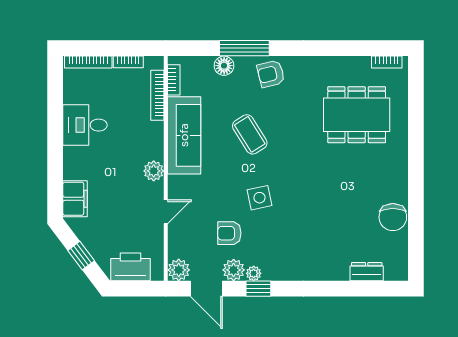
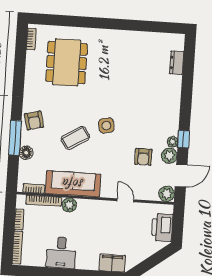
plant: (154, 171) -> (69, 205), moved
side table: (259, 198) -> (106, 126), moved
chair: (393, 217) -> (140, 42), removed
window: (81, 256) -> (152, 261), removed

